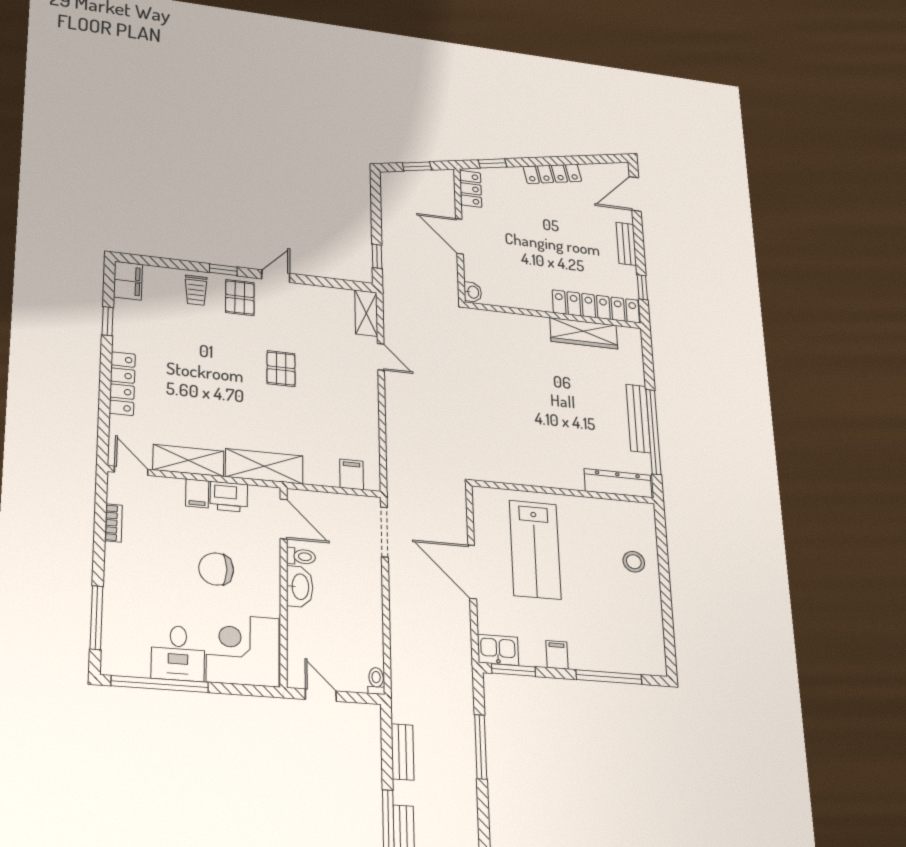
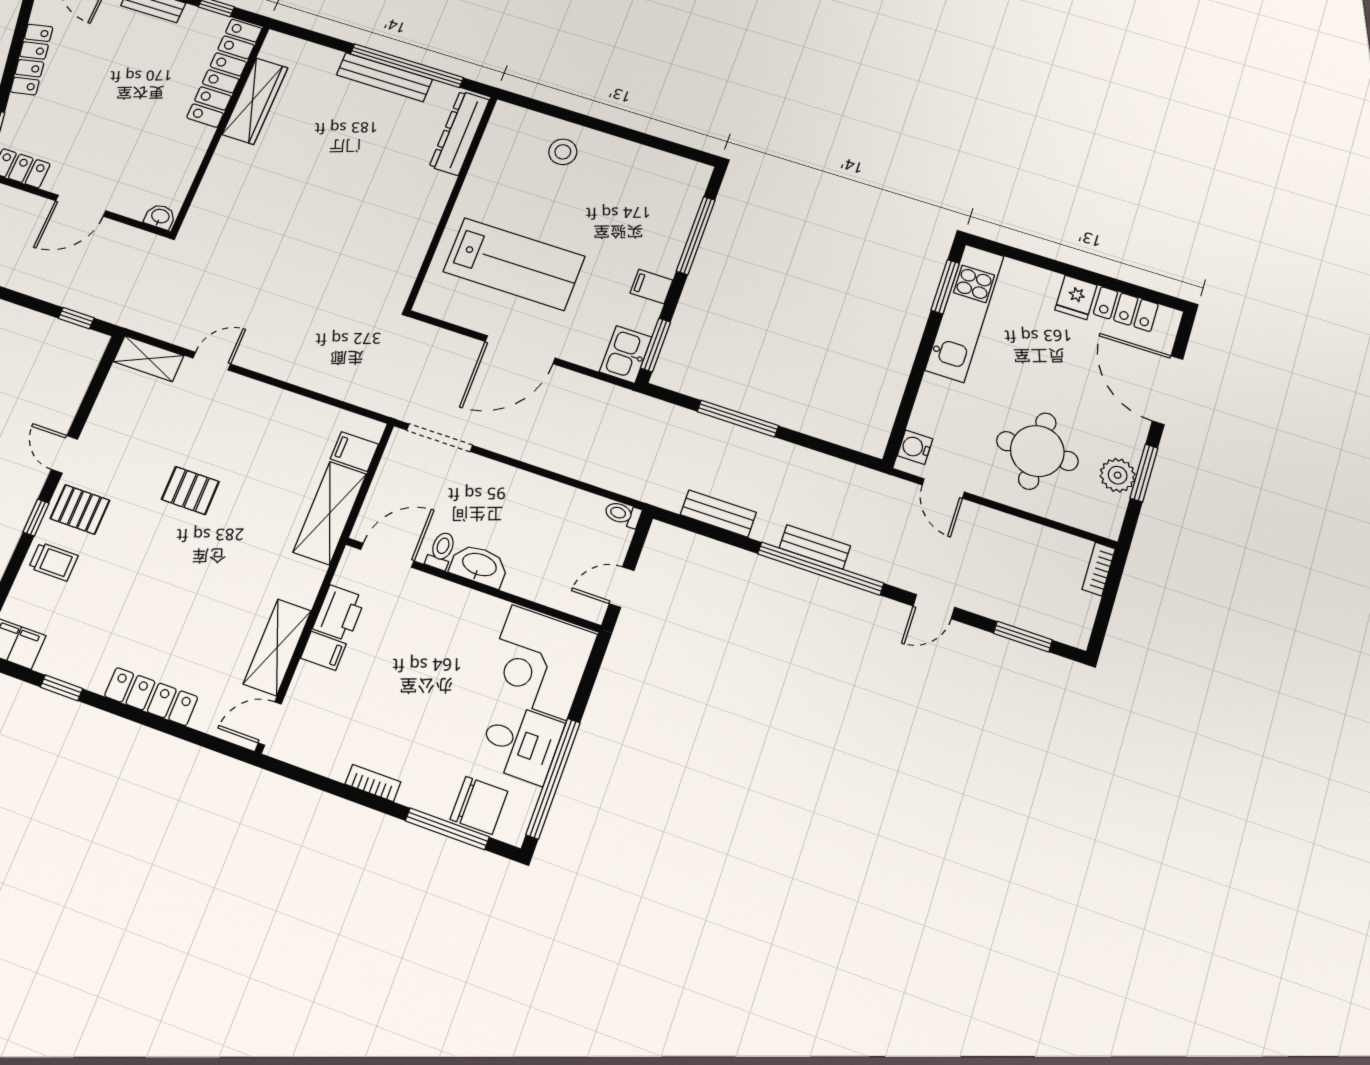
shelving: (264, 466) -> (330, 513), moved
bookcase: (113, 523) -> (373, 783), moved
chair: (216, 569) -> (479, 805), moved, turned -90

